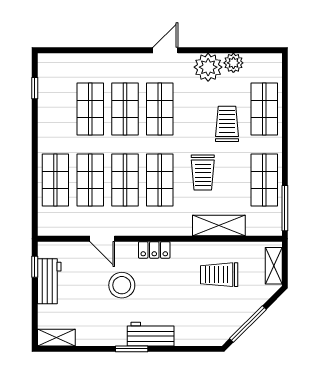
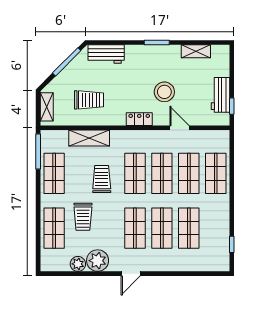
workbench: (151, 334) -> (106, 54), moved
shelving: (56, 338) -> (196, 51), moved

